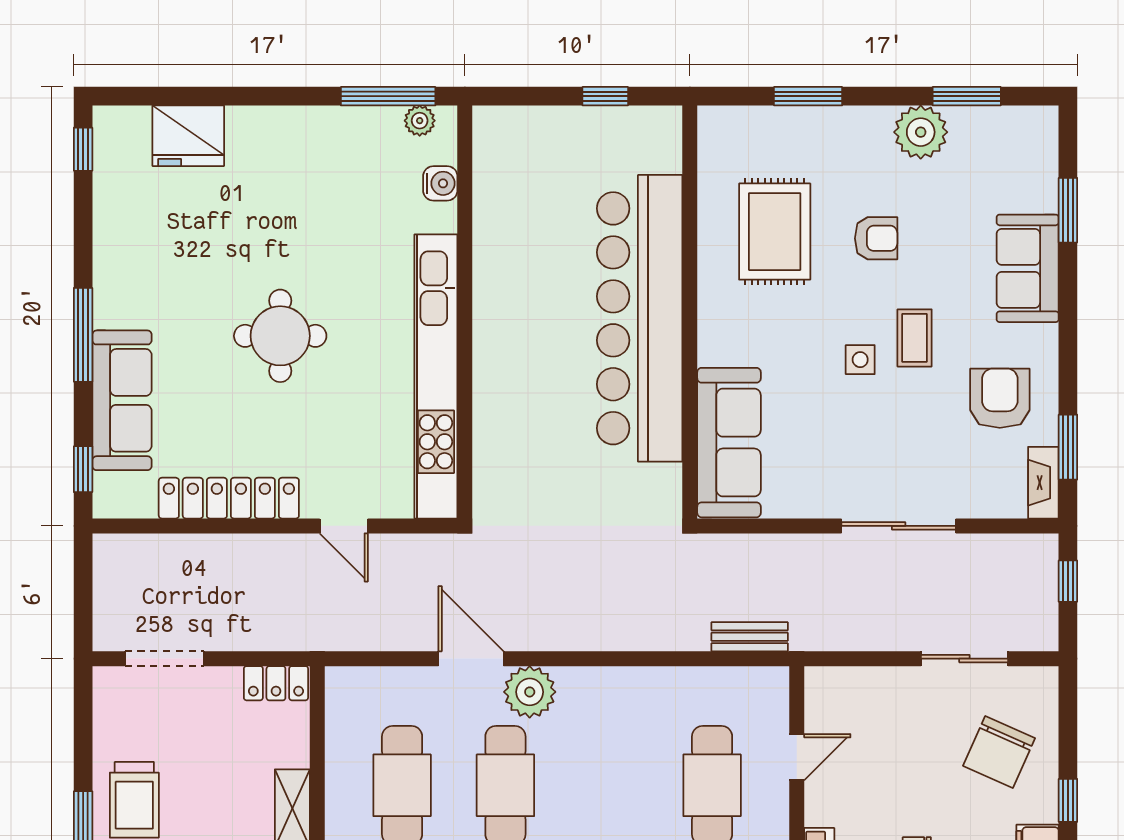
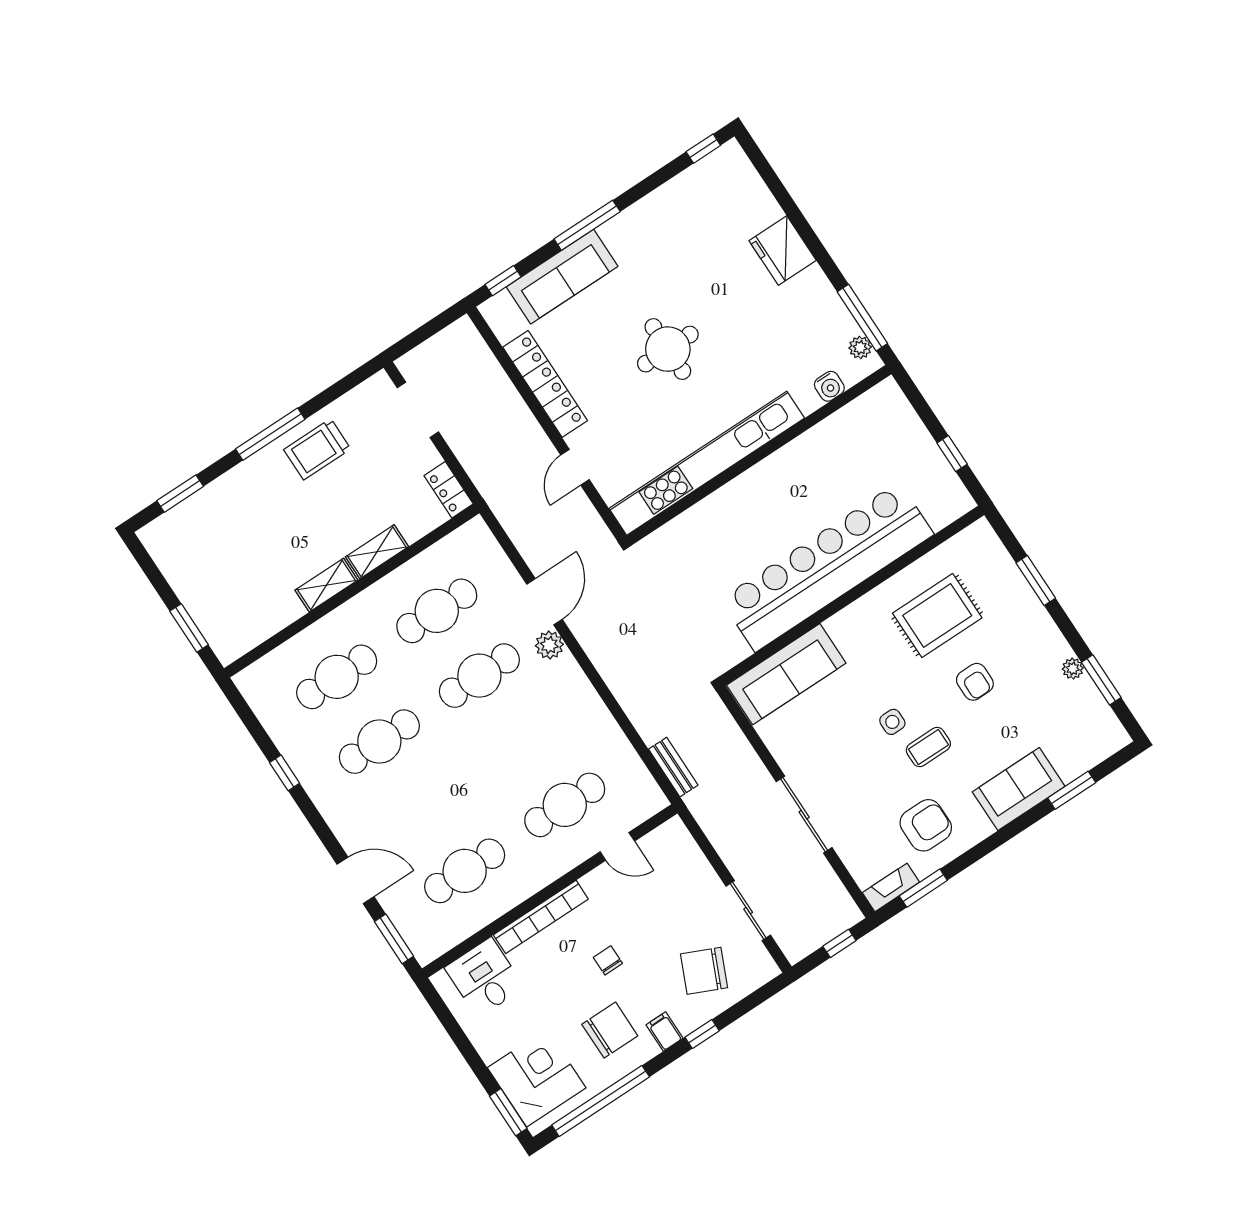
plant: (921, 132) -> (1073, 669), width x0.53, depth x0.53
fridge: (188, 136) -> (783, 251), moved
plant: (530, 692) -> (549, 645), width x0.73, depth x0.73

